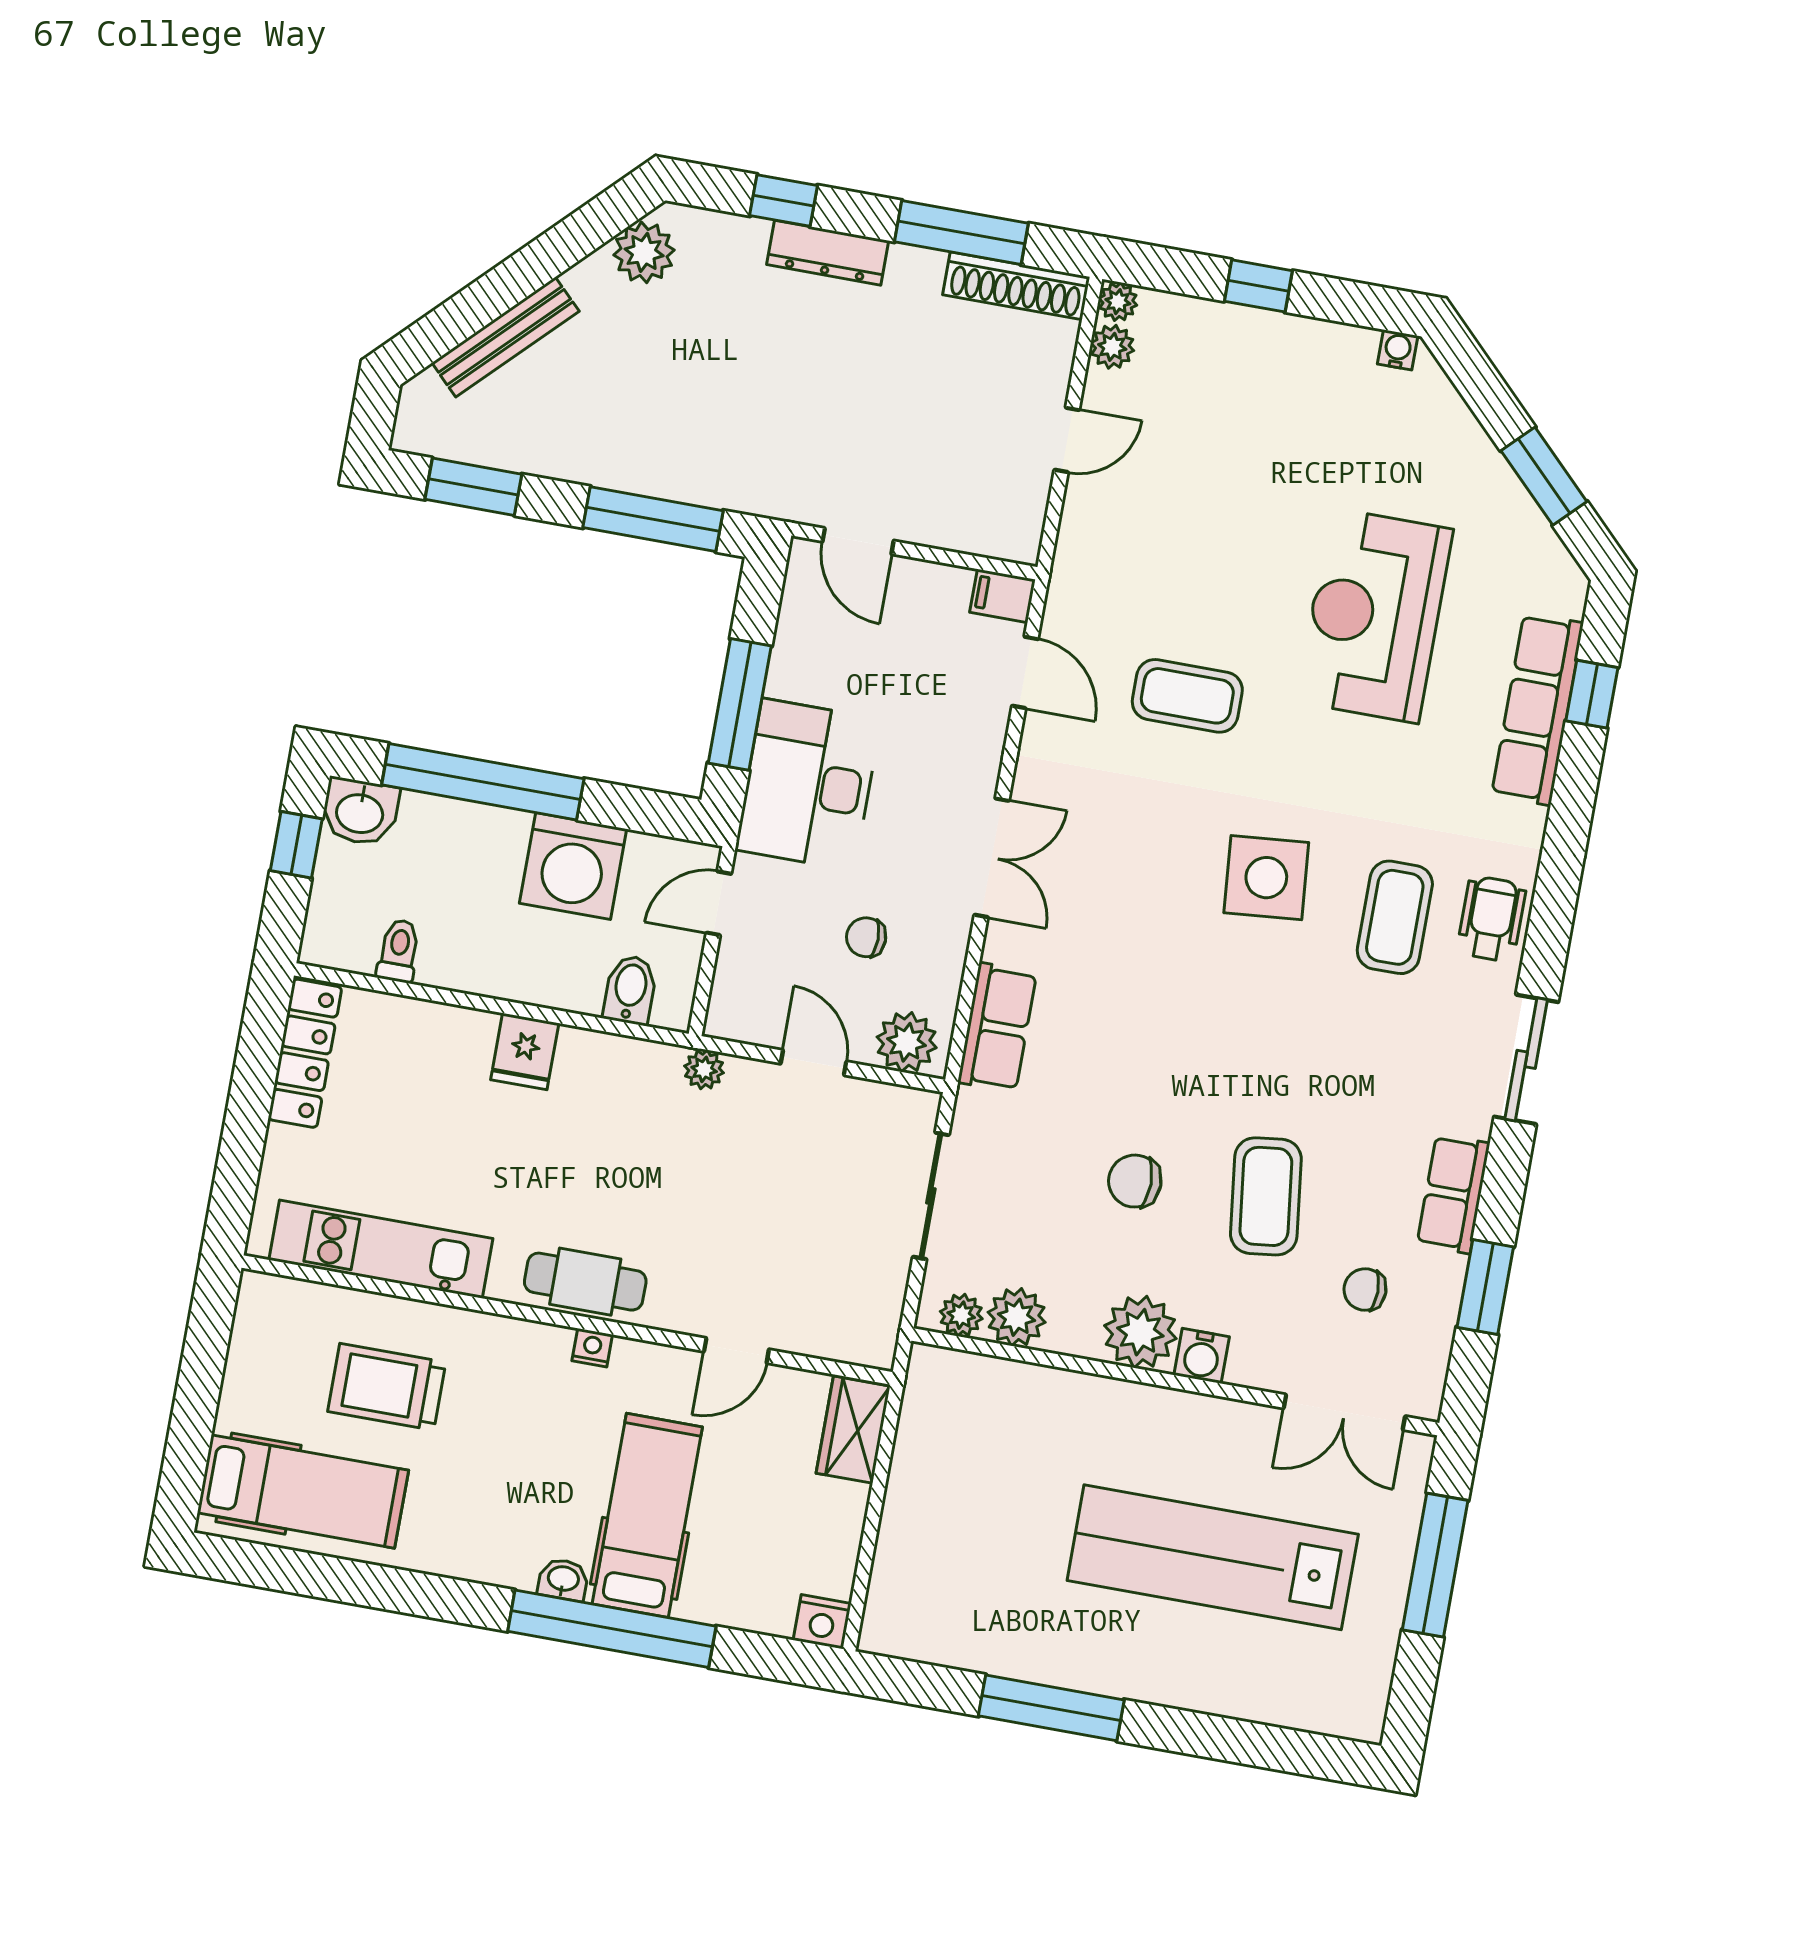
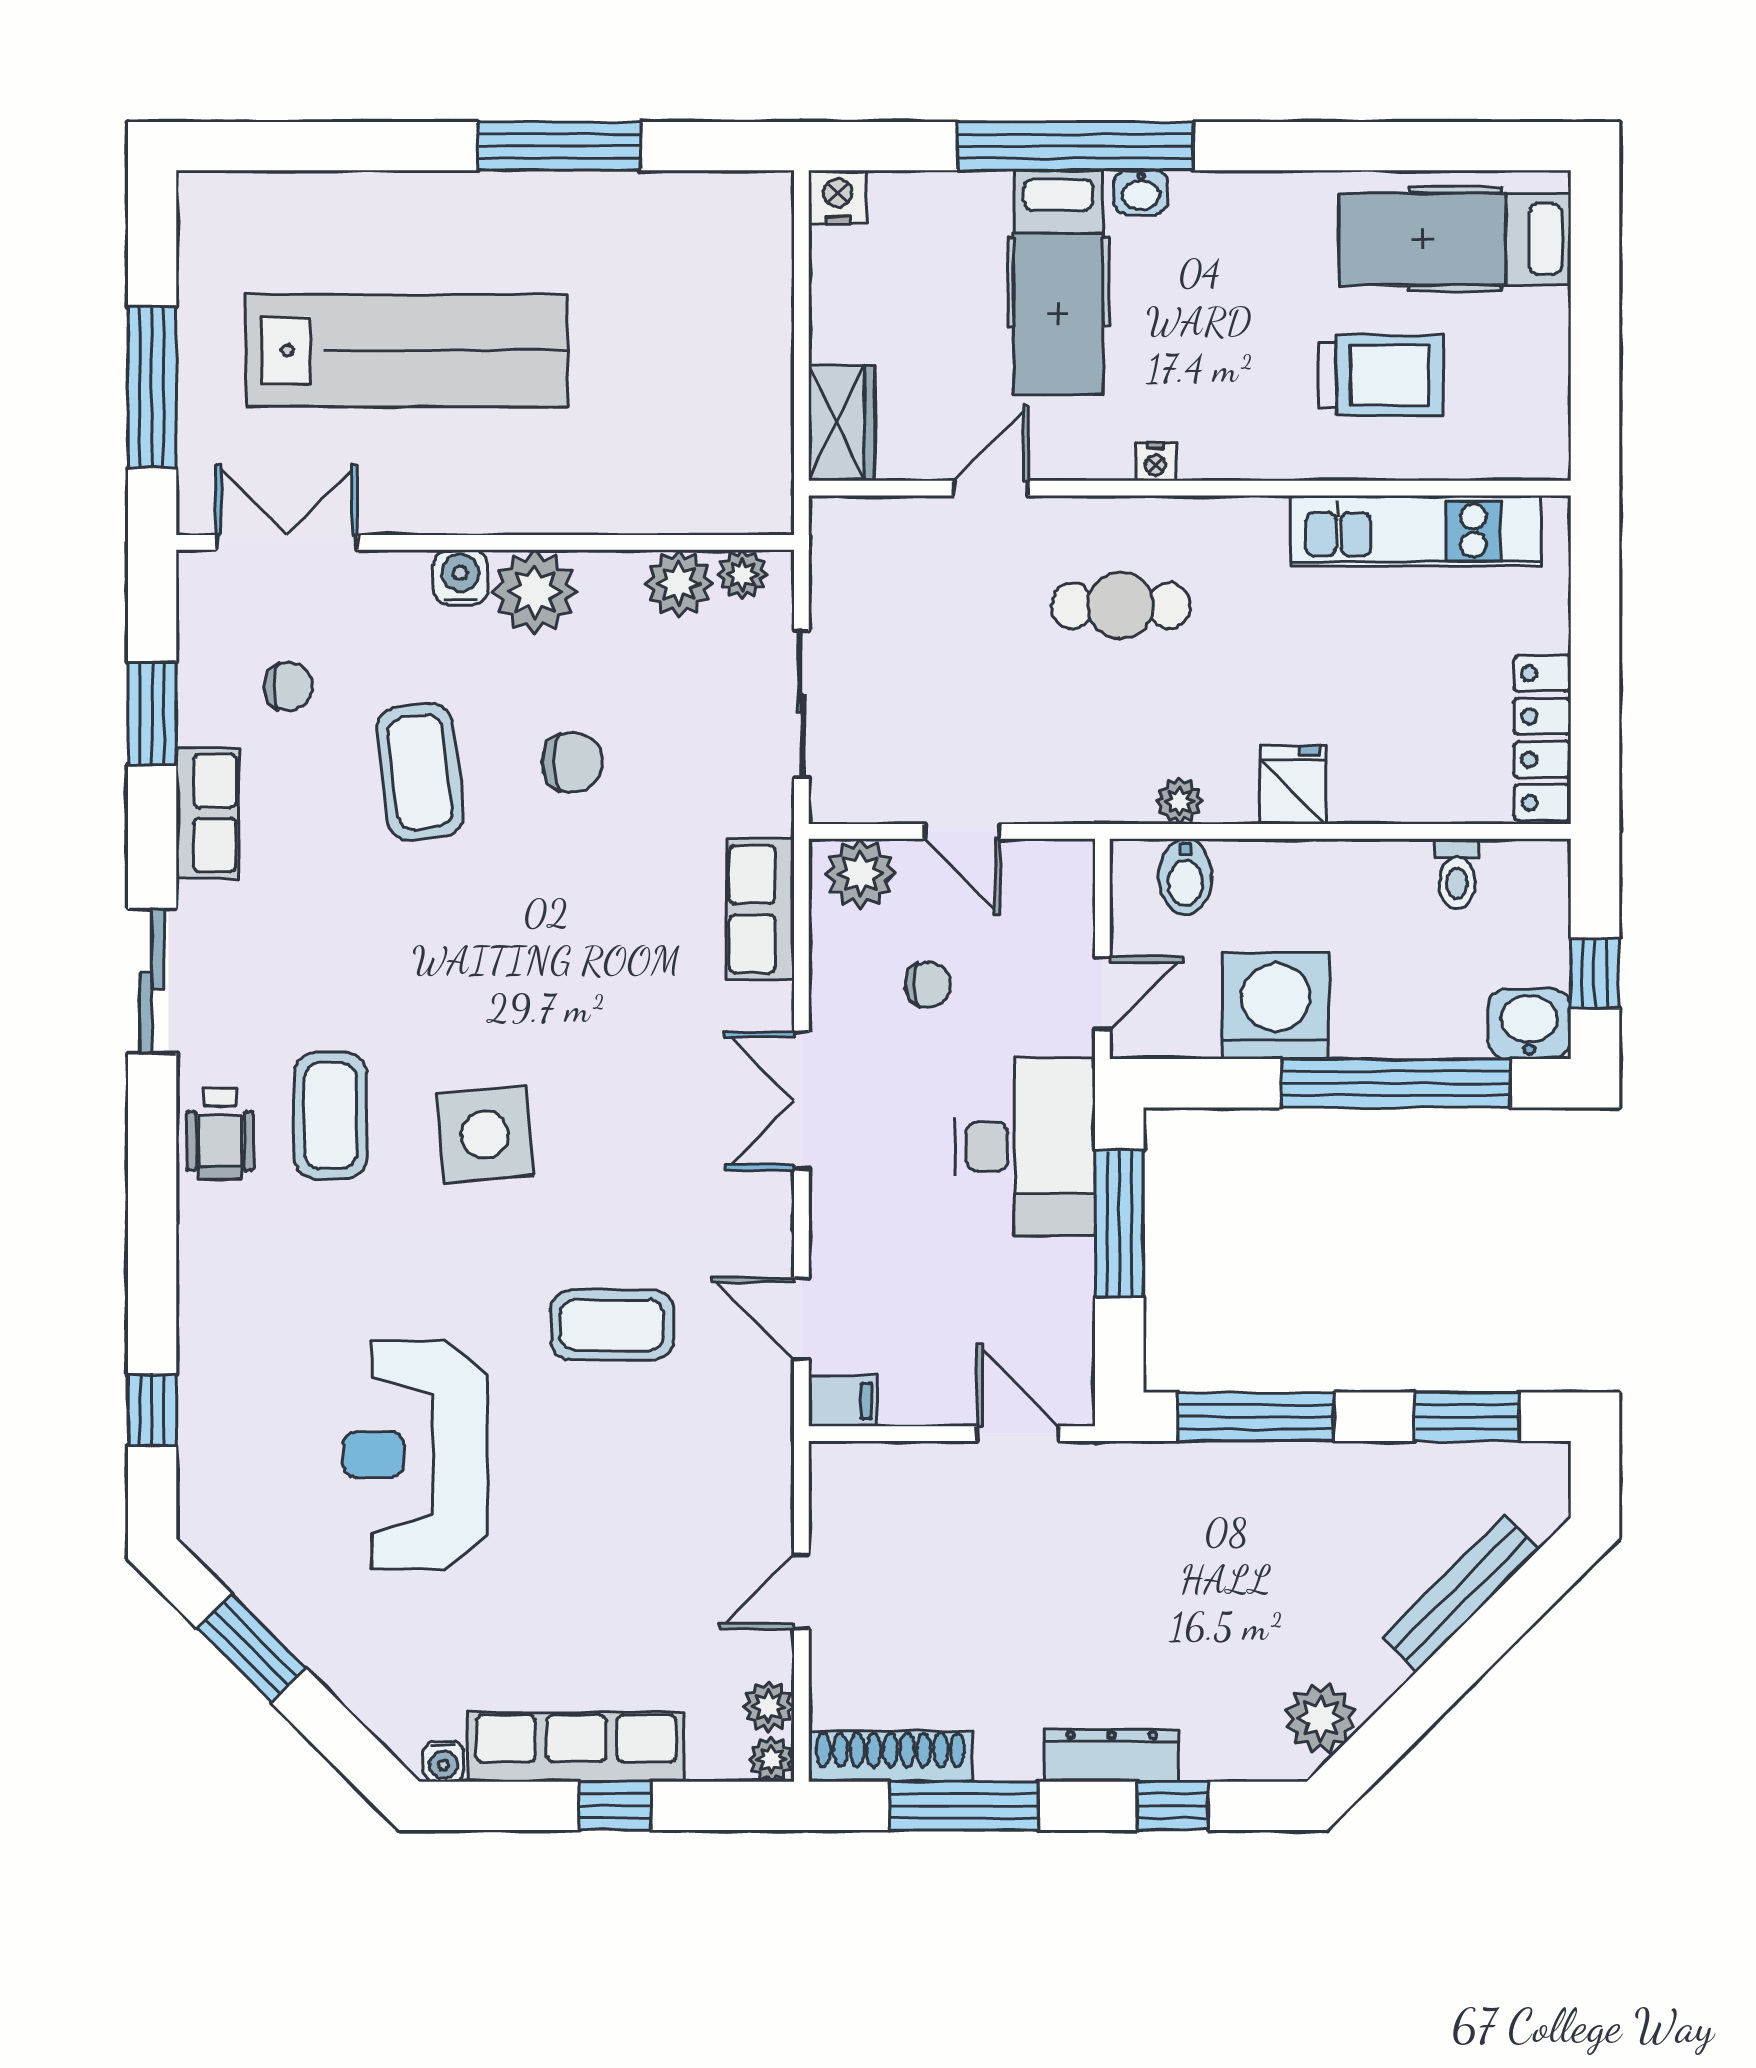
reception desk: (1375, 616) -> (415, 1455), turned 180
row of seats: (1537, 709) -> (576, 1747), moved, turned -90
plant: (704, 1069) -> (1180, 801), moved
cafe table: (585, 1282) -> (1121, 606), moved

